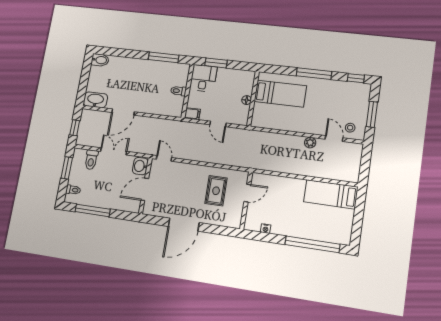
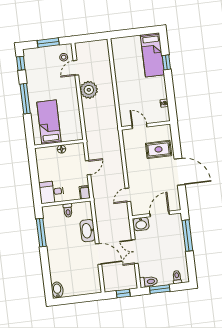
window: (216, 63) -> (35, 185), removed
washbasin: (95, 100) -> (88, 231), moved
plant: (310, 143) -> (89, 90), width x1.87, depth x1.87
door: (164, 158) -> (128, 195), moved
toilet: (91, 160) -> (148, 282), moved
door: (145, 189) -> (160, 214), swing flipped
rug: (216, 191) -> (159, 149), moved
bed: (331, 194) -> (152, 55), moved
window: (93, 210) -> (187, 236), moved
window: (312, 244) -> (166, 62), width x0.32

